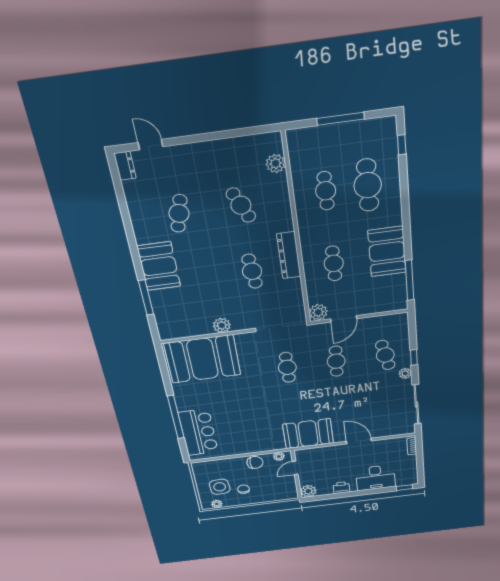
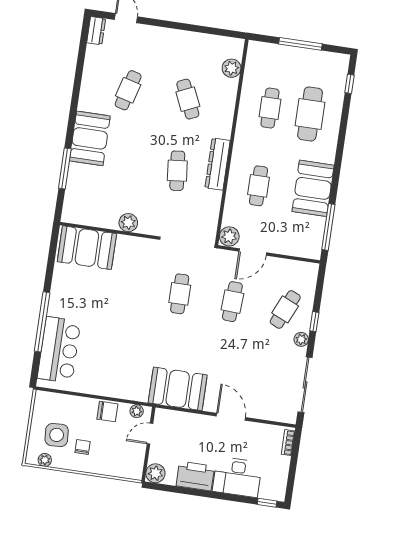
cafe table: (385, 355) -> (285, 309), turned 36
booth: (202, 359) -> (87, 248), width x0.73, depth x0.70
printer: (341, 488) -> (195, 476), width x1.87, depth x1.48

